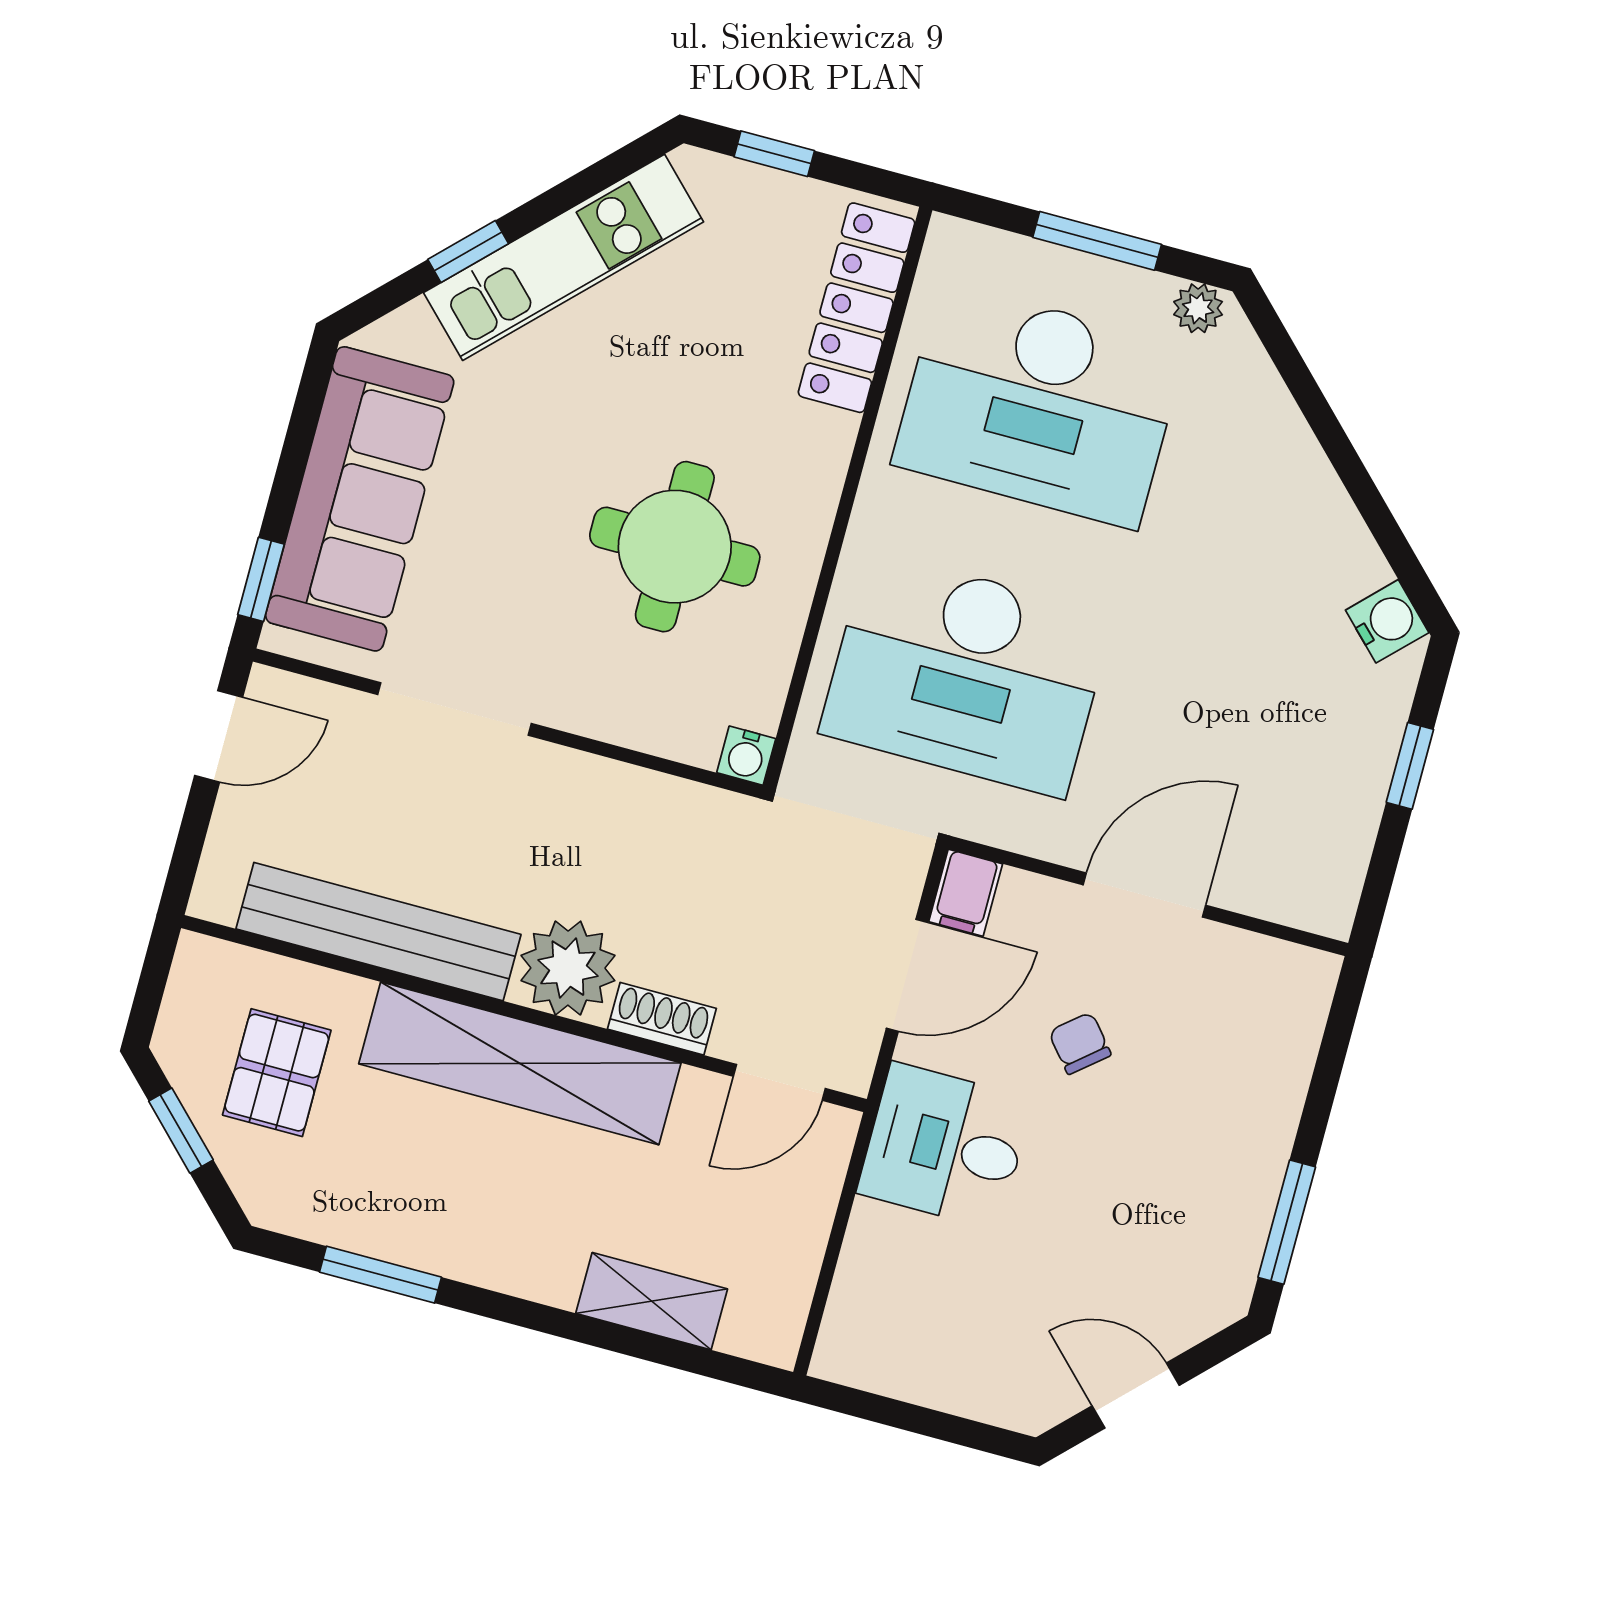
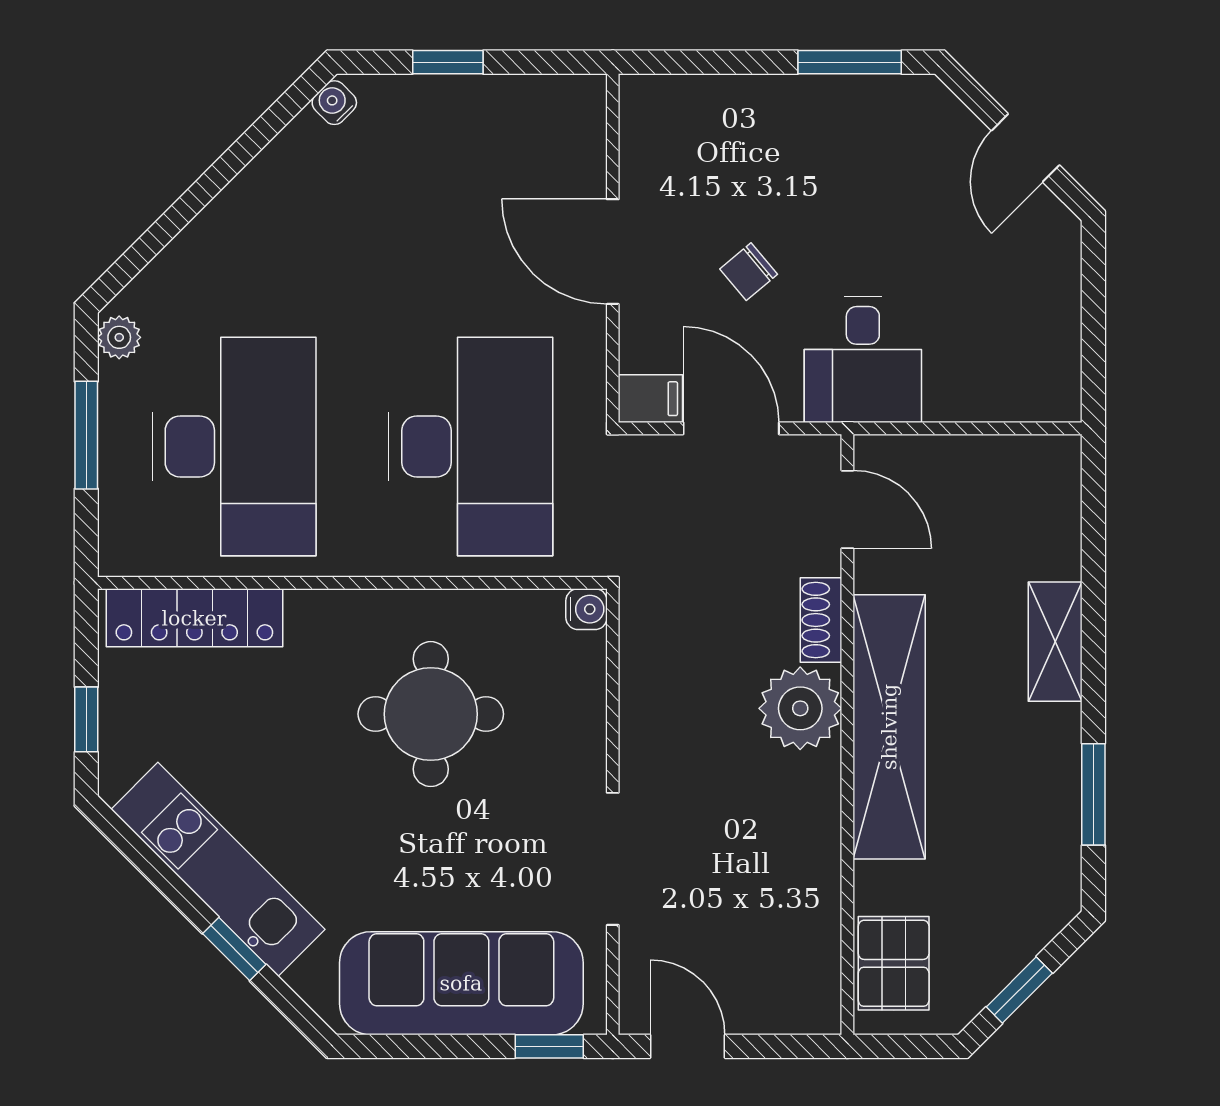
water cooler: (1387, 621) -> (334, 103), width x0.72, depth x0.72
bench: (378, 932) -> (812, 872), removed
pallet: (277, 1073) -> (894, 963), moved, turned 90
shelving: (652, 1301) -> (1055, 642), moved

